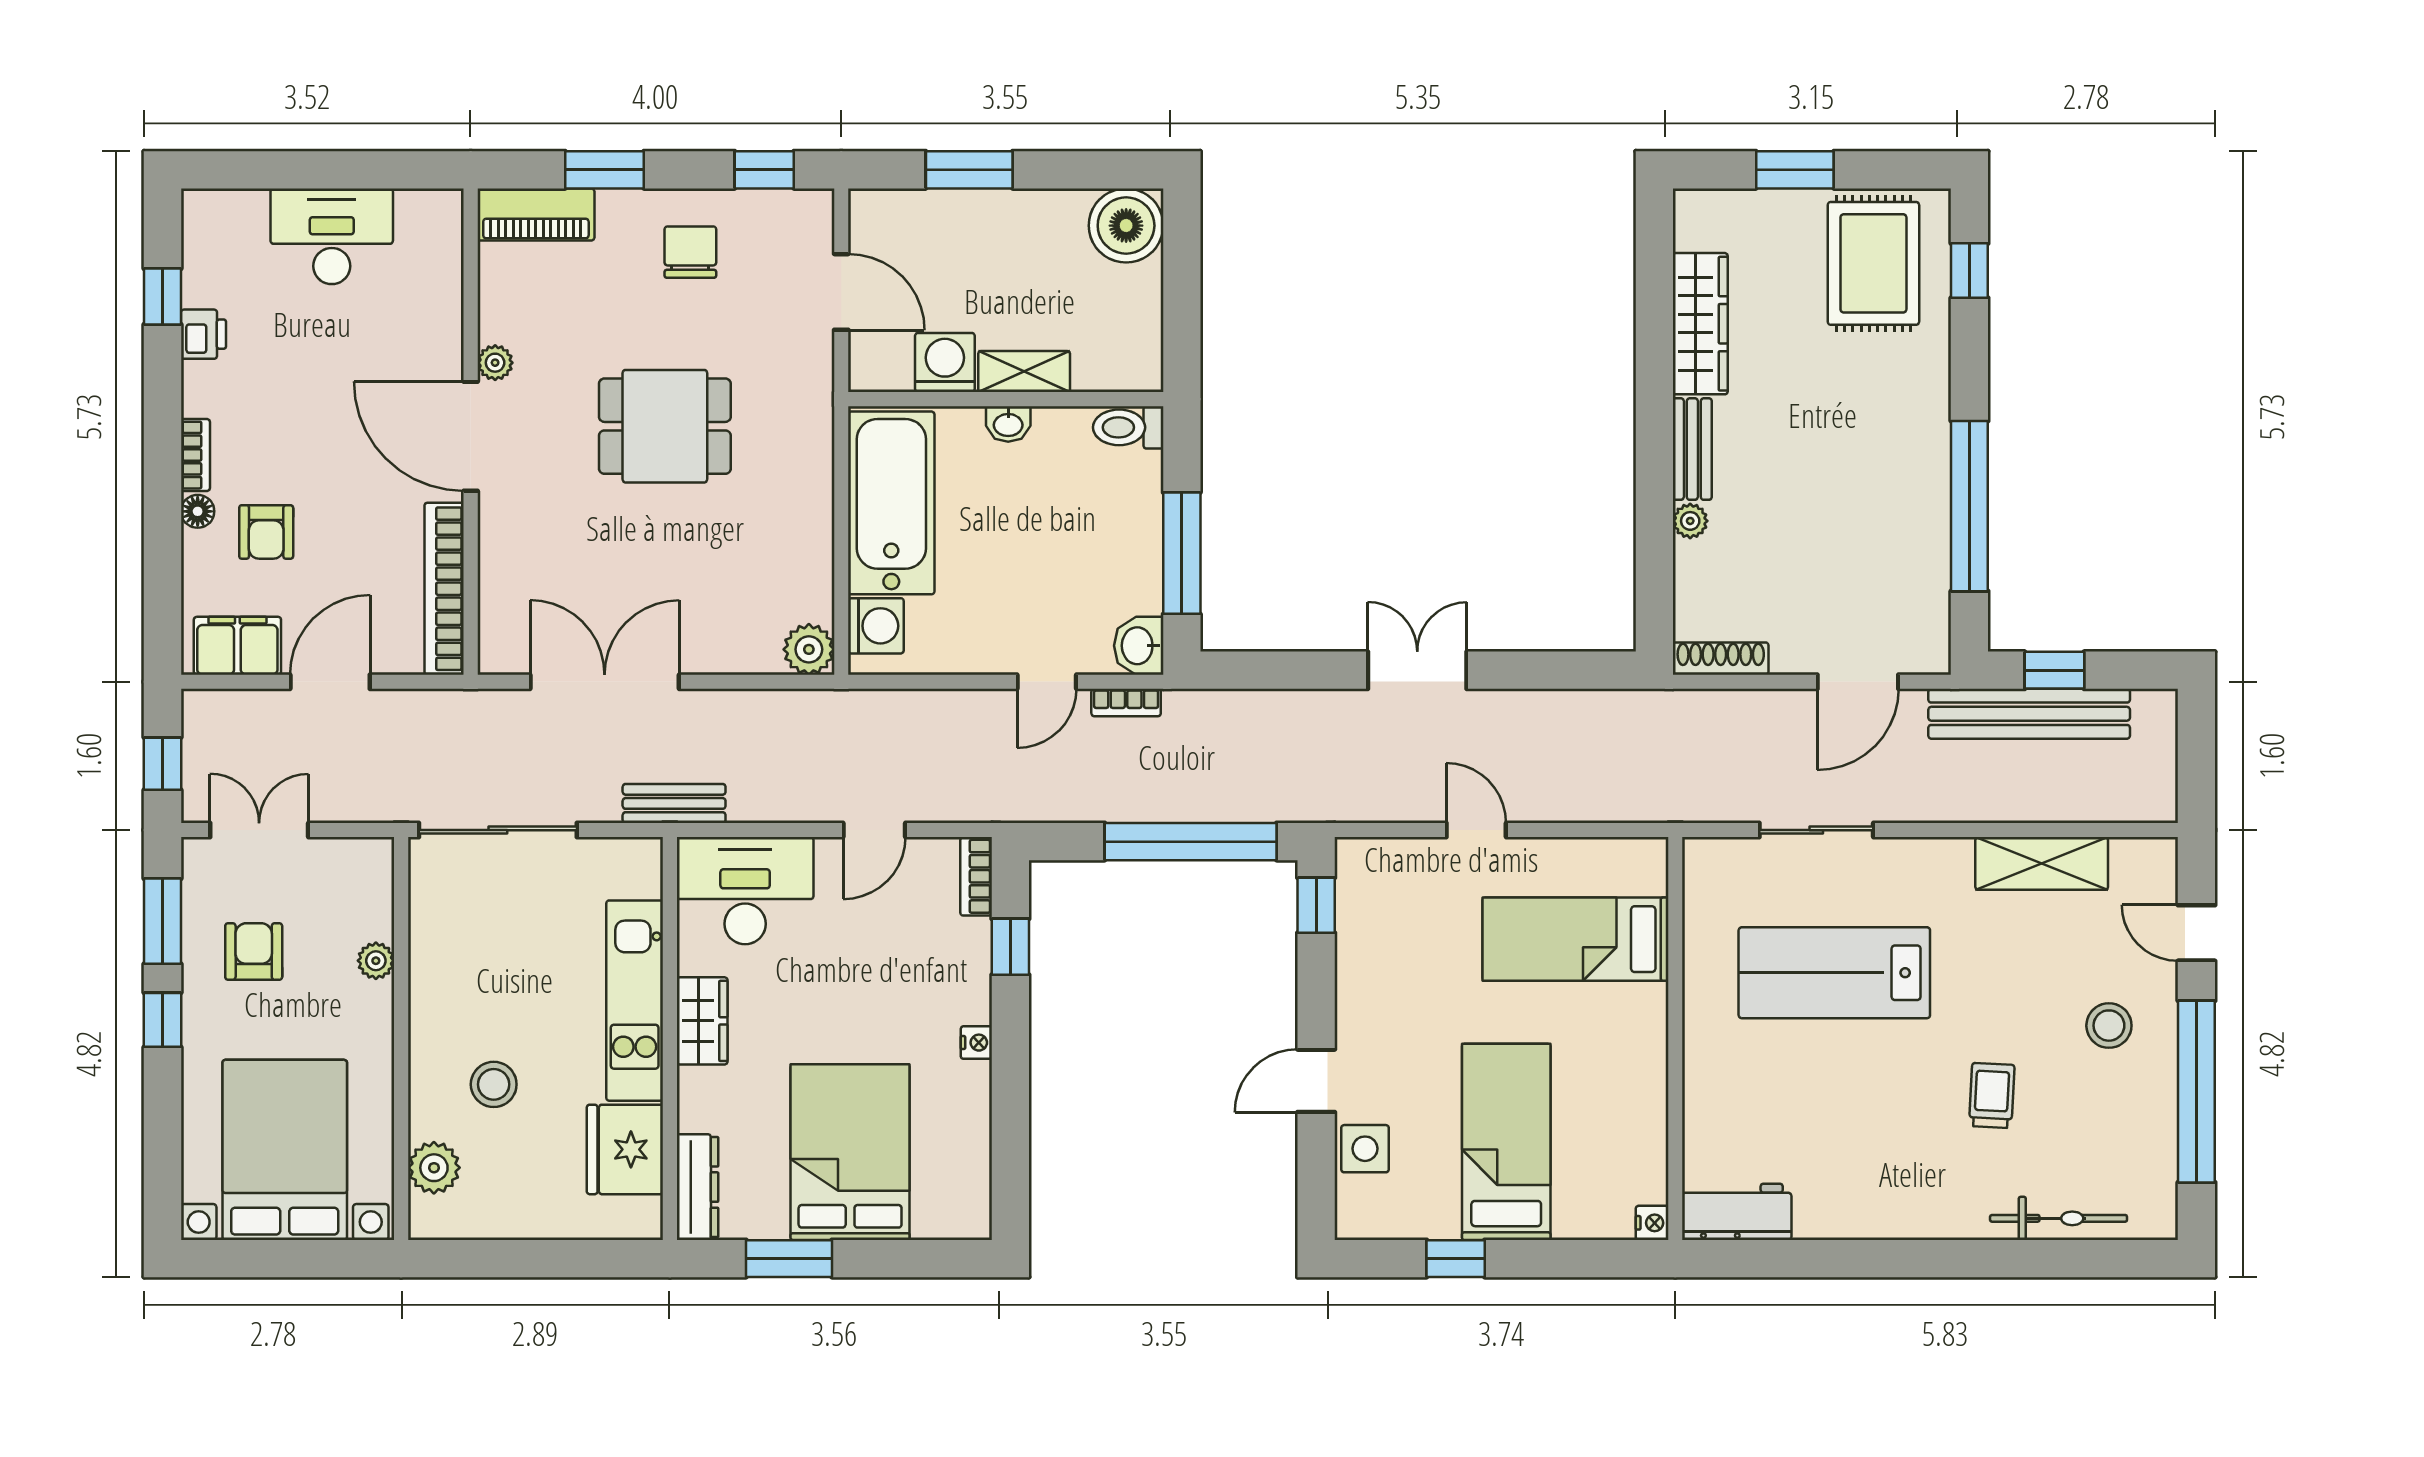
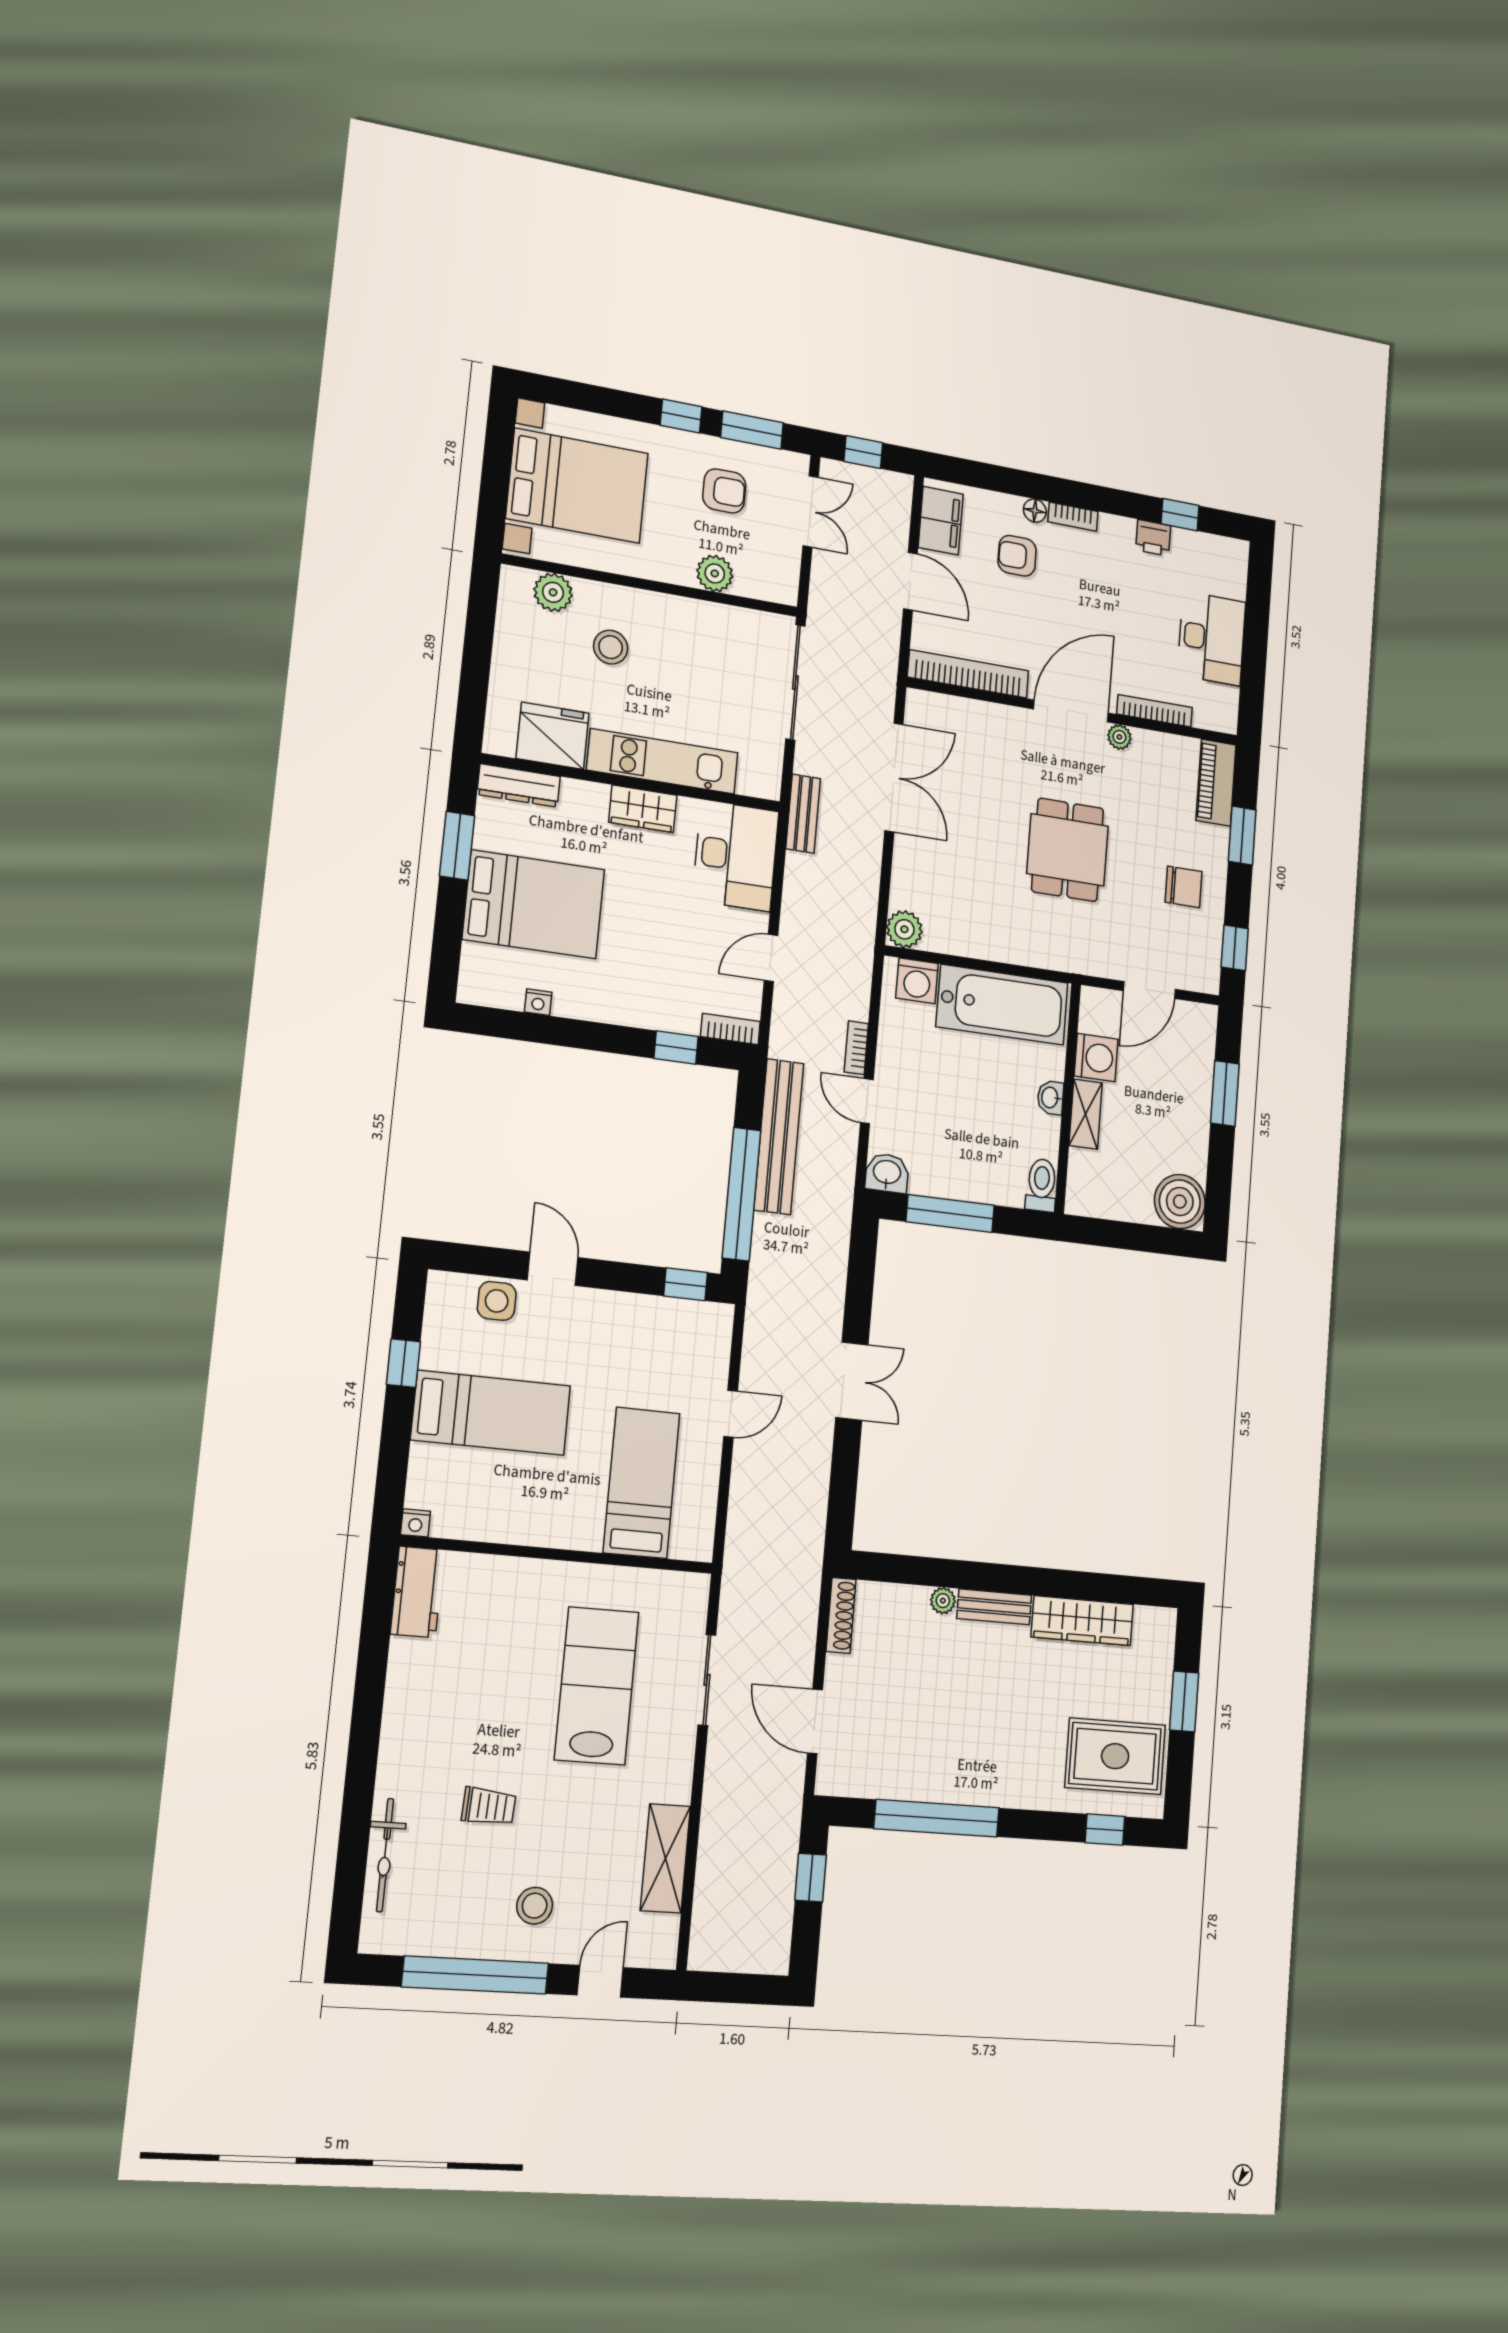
bookcase: (449, 314) -> (1155, 711), added
bookcase: (1126, 703) -> (856, 1048), moved
bench: (2029, 714) -> (779, 1137), moved
door: (874, 830) -> (771, 958), hinge flipped
plant: (376, 961) -> (715, 573), width x1.38, depth x1.38
nightstand: (976, 1043) -> (538, 1002), moved

